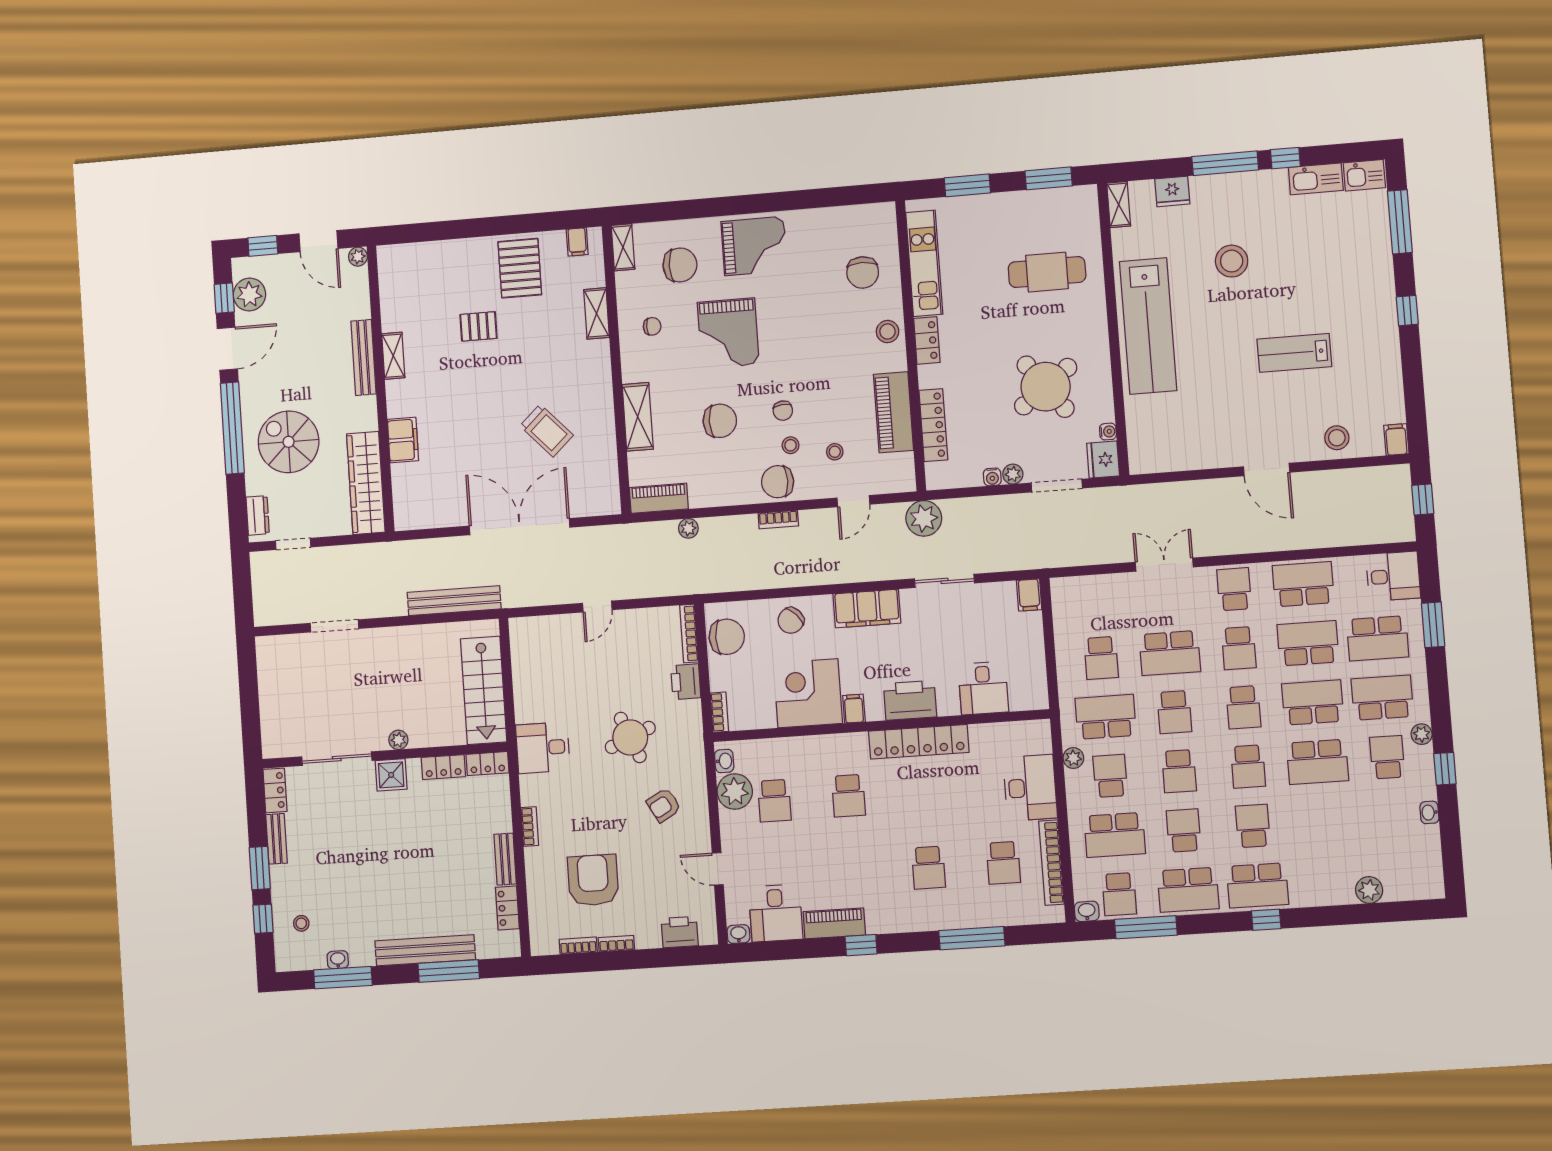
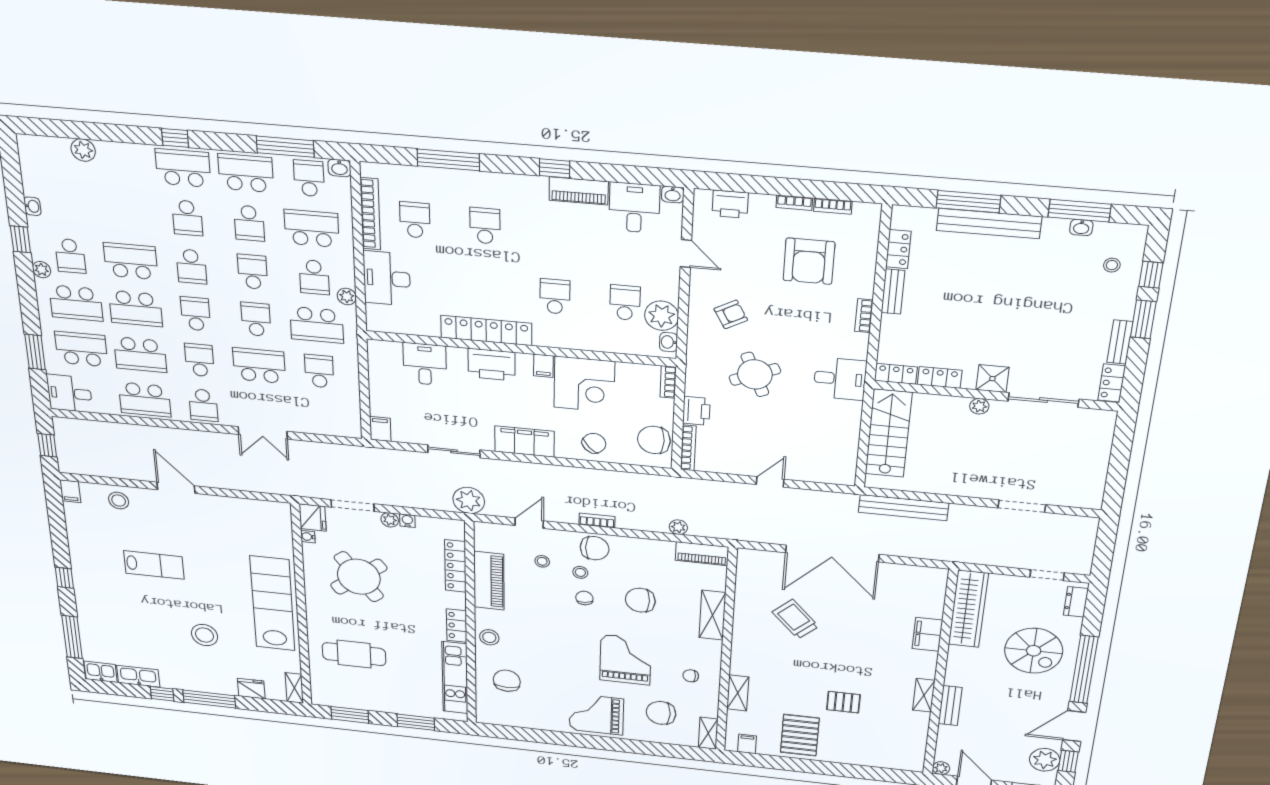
bench: (364, 357) -> (950, 706), width x0.73
school desk: (1248, 767) -> (191, 266), turned 180

